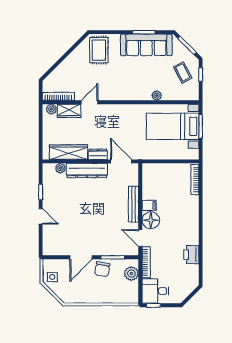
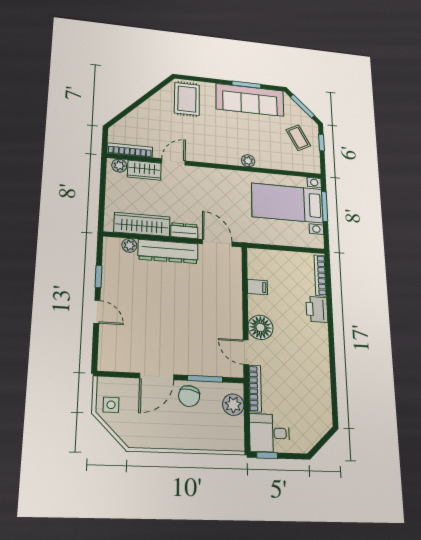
plant: (157, 96) -> (248, 161), moved
bench: (133, 204) -> (235, 303), removed
filing cabinet: (149, 205) -> (257, 287), moved
printer: (191, 255) -> (317, 309), moved

